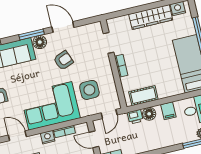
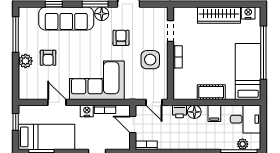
armchair: (63, 60) -> (121, 38), turned -69
side table: (89, 90) -> (150, 60), moved
cot: (143, 96) -> (211, 92), moved
door: (109, 114) -> (154, 102), hinge flipped

